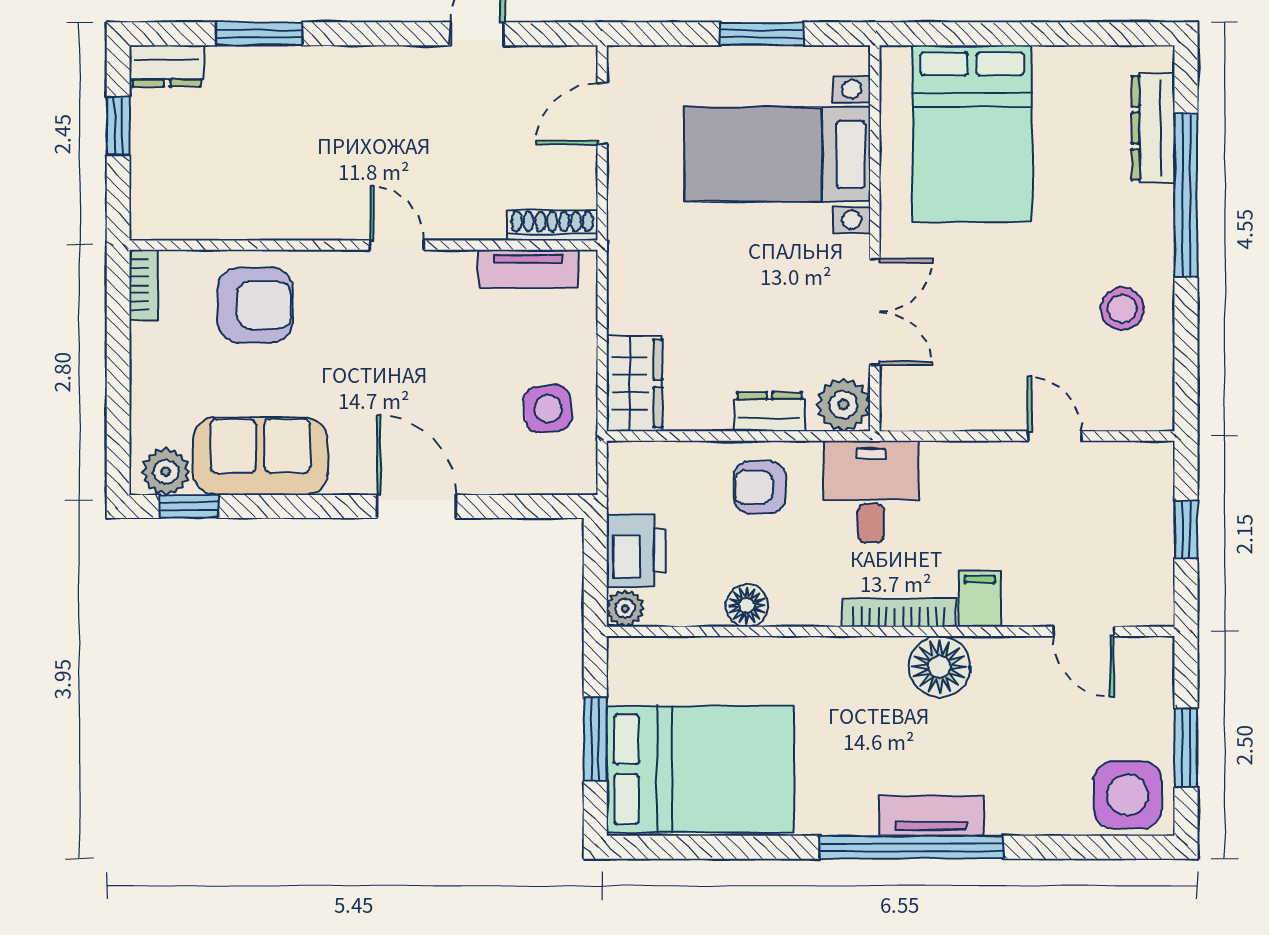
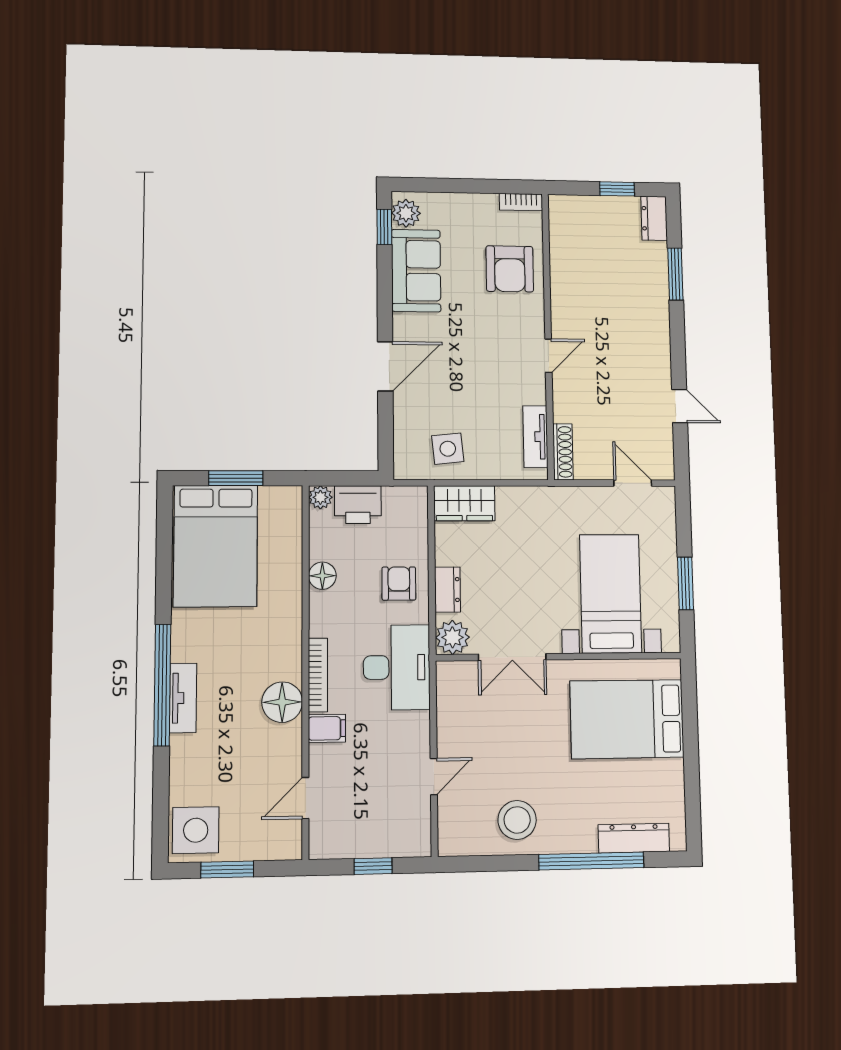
stool: (1122, 309) -> (517, 820), width x1.38, depth x1.38
desk: (871, 492) -> (397, 667), width x1.37

